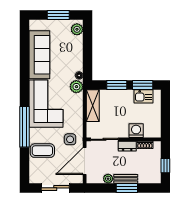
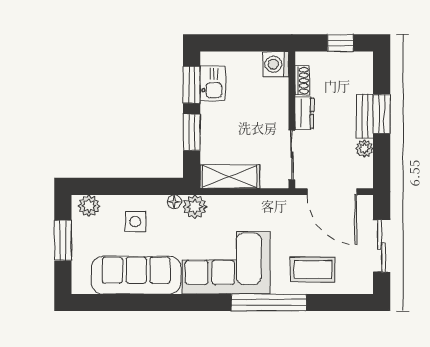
washing machine: (136, 131) -> (276, 64), moved
side table: (70, 139) -> (135, 222), moved
coffee table: (42, 151) -> (313, 270), turned 90

